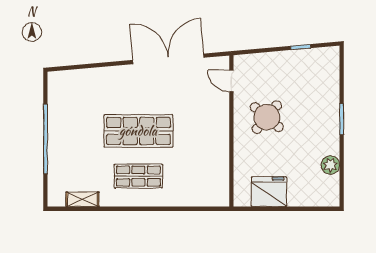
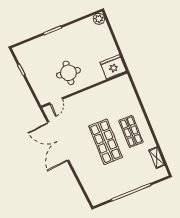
round table: (267, 117) -> (68, 73), turned -33
plant: (330, 165) -> (99, 19), moved
fridge: (269, 192) -> (113, 67), moved, turned 90

